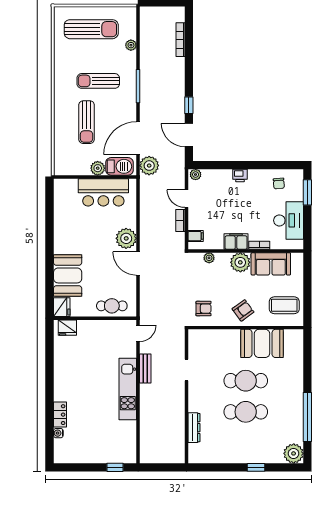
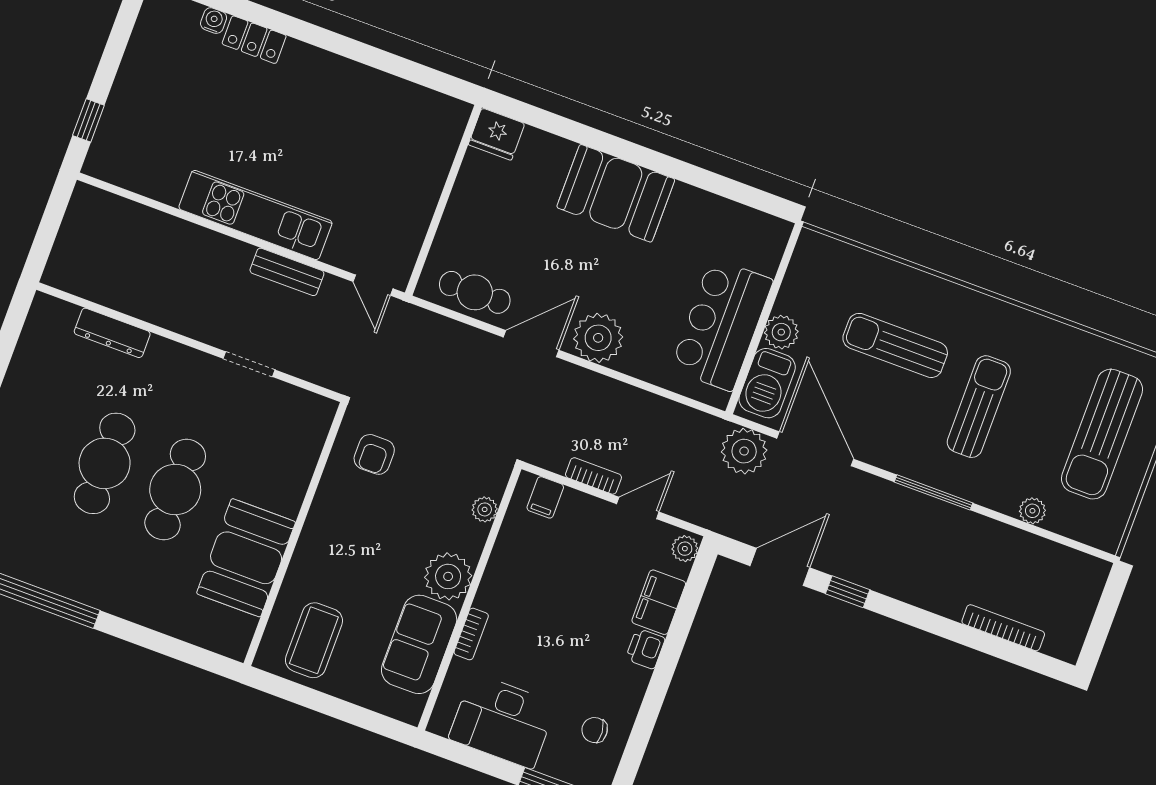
filing cabinet: (236, 241) -> (659, 602), moved, turned 180
booth: (68, 275) -> (616, 193), moved
cafe table: (112, 306) -> (475, 292), moved, turned 90
armchair: (243, 310) -> (337, 542), removed
fridge: (67, 328) -> (445, 130), removed

